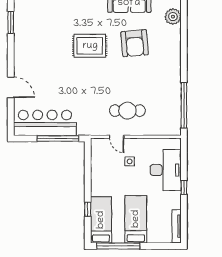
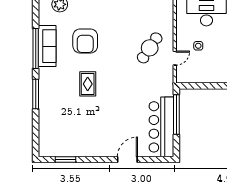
armchair: (135, 43) -> (85, 41), turned 95
rug: (90, 46) -> (88, 84), width x0.73, depth x0.70
cafe table: (127, 111) -> (150, 48), turned 34

